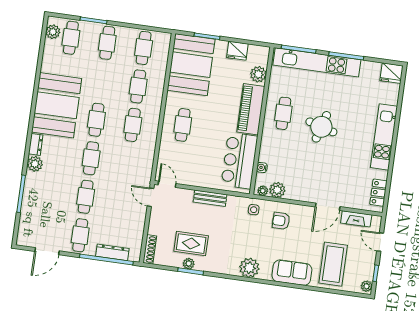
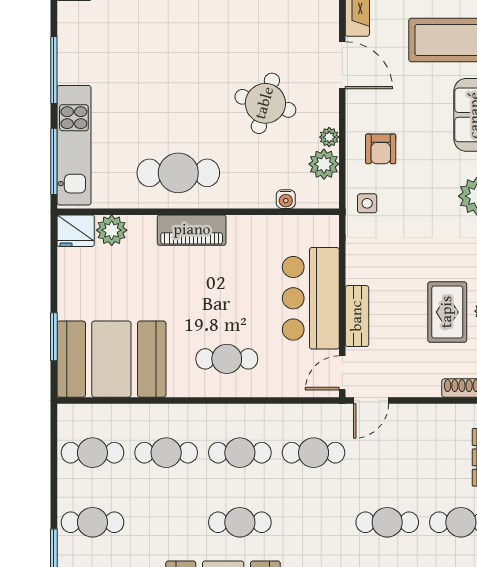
fridge: (237, 51) -> (76, 231), moved, turned 90
kitchen unit: (317, 62) -> (74, 145), width x0.73
piano: (251, 109) -> (192, 230), width x0.73, depth x0.75
cafe table: (283, 113) -> (178, 173), width x1.37, depth x1.35
round table: (321, 127) -> (265, 103), moved
cafe table: (91, 158) -> (314, 453), moved
bar counter: (239, 161) -> (311, 298), moved, turned 90
plant: (263, 191) -> (329, 137), moved
bench: (210, 198) -> (357, 316), moved

